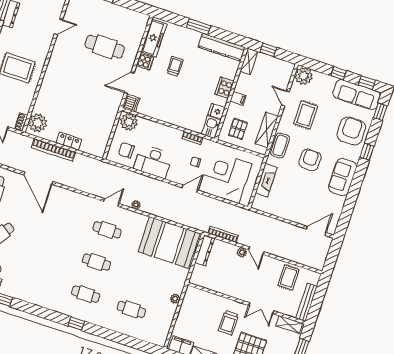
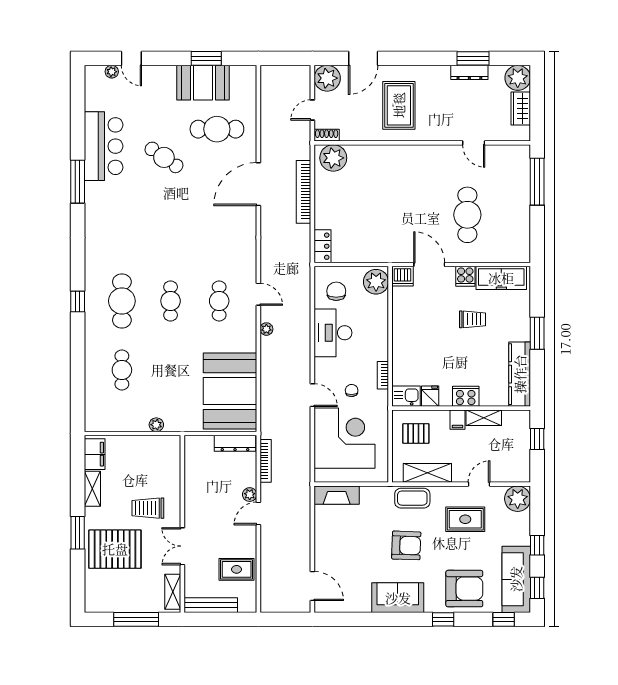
shelving: (249, 61) -> (484, 418), moved
locker: (69, 141) -> (323, 246), moved
fireplace: (266, 180) -> (337, 495), moved
cafe table: (86, 294) -> (122, 301), width x1.37, depth x1.35

